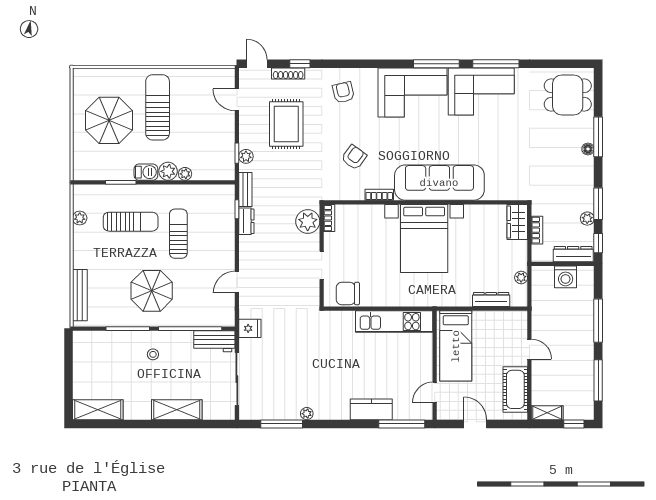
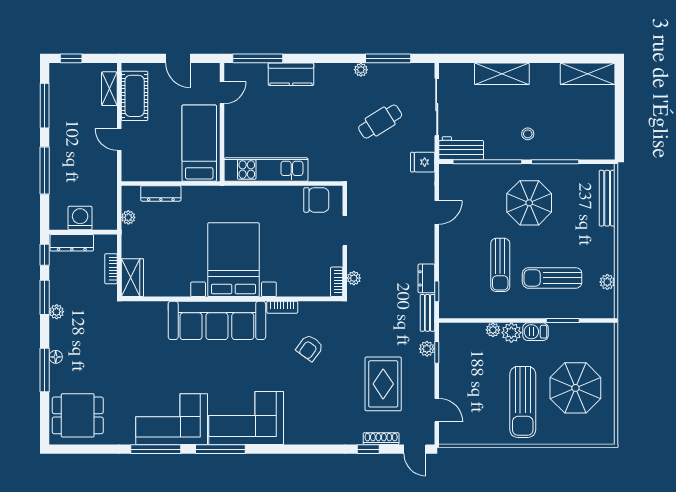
armchair: (343, 92) -> (321, 418), removed
plant: (587, 219) -> (57, 312), moved
plant: (308, 222) -> (354, 278), width x0.53, depth x0.53
cafe table: (289, 366) -> (380, 122), added
shelving: (547, 413) -> (109, 89), moved, turned 90

